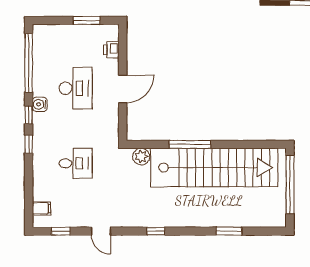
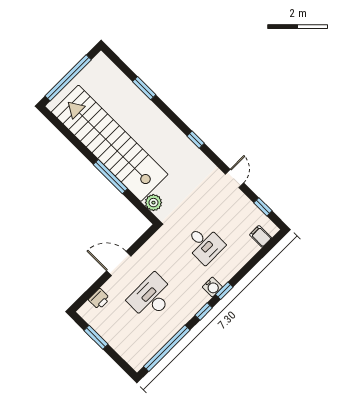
water cooler: (40, 104) -> (212, 287), moved
desk: (76, 163) -> (205, 244), turned 180

